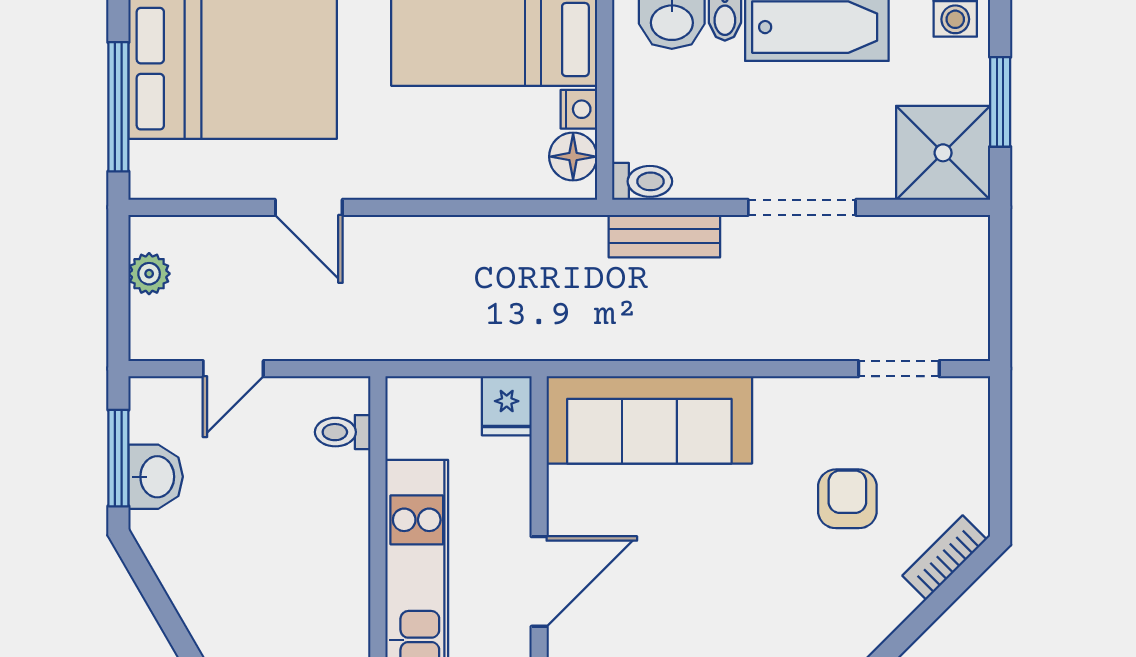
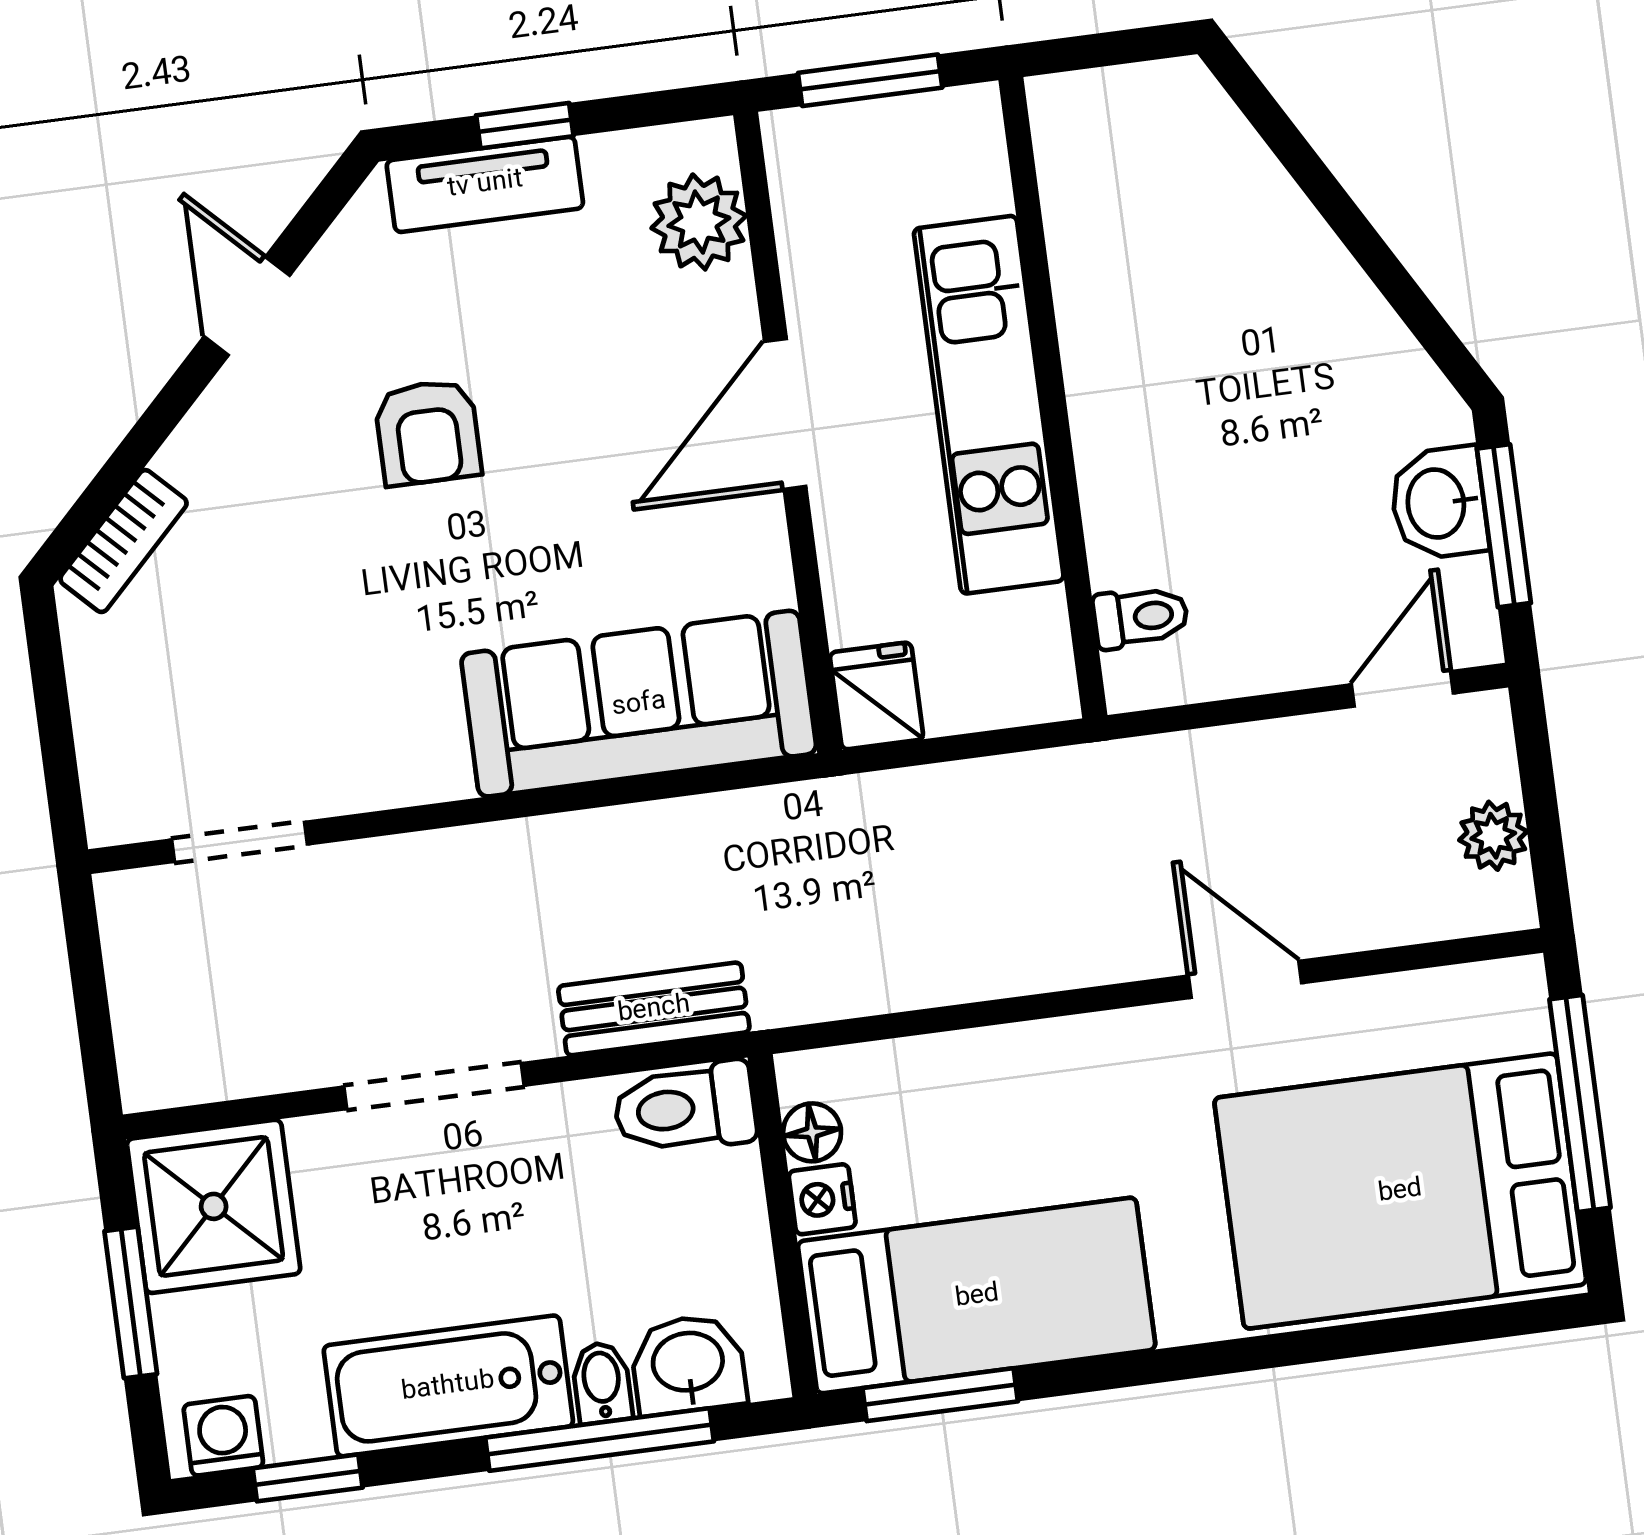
floor lamp: (573, 157) -> (812, 1132), width x0.73, depth x0.73
toilet: (642, 181) -> (685, 1108), width x1.37, depth x1.39
door: (233, 369) -> (1402, 689), moved
armchair: (847, 499) -> (428, 432), moved

